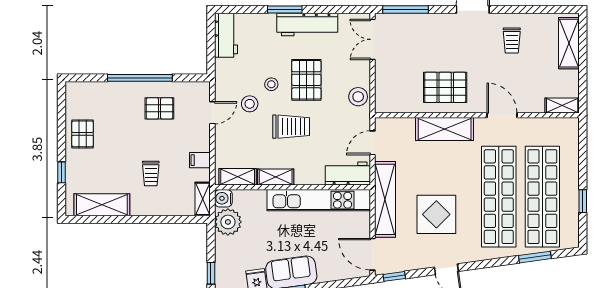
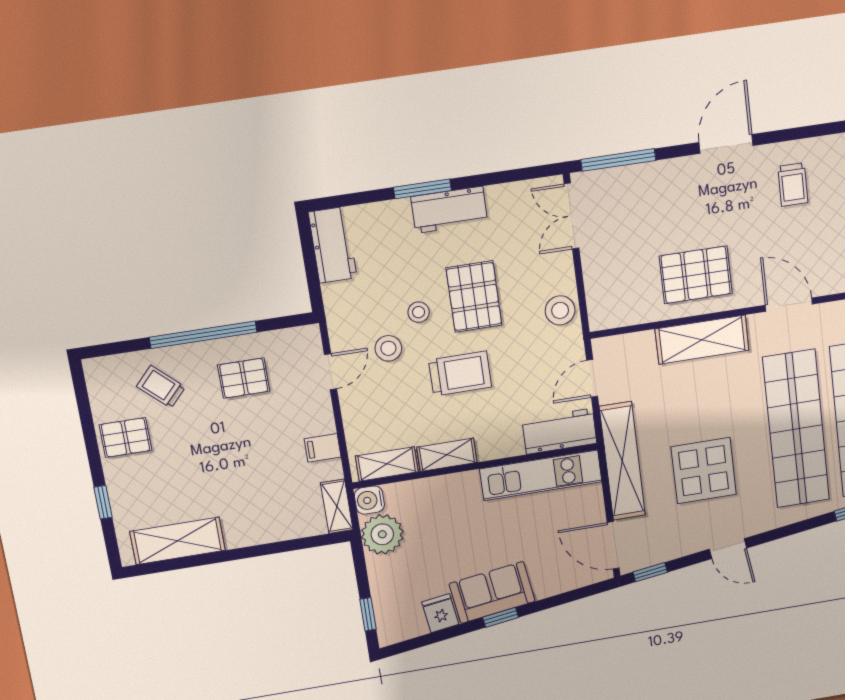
workbench: (307, 25) -> (449, 210), width x0.73
pallet: (83, 134) -> (126, 437), turned 90
trolley: (151, 174) -> (161, 387), moved, turned 133
kitchen unit: (319, 200) -> (541, 475), width x0.73

